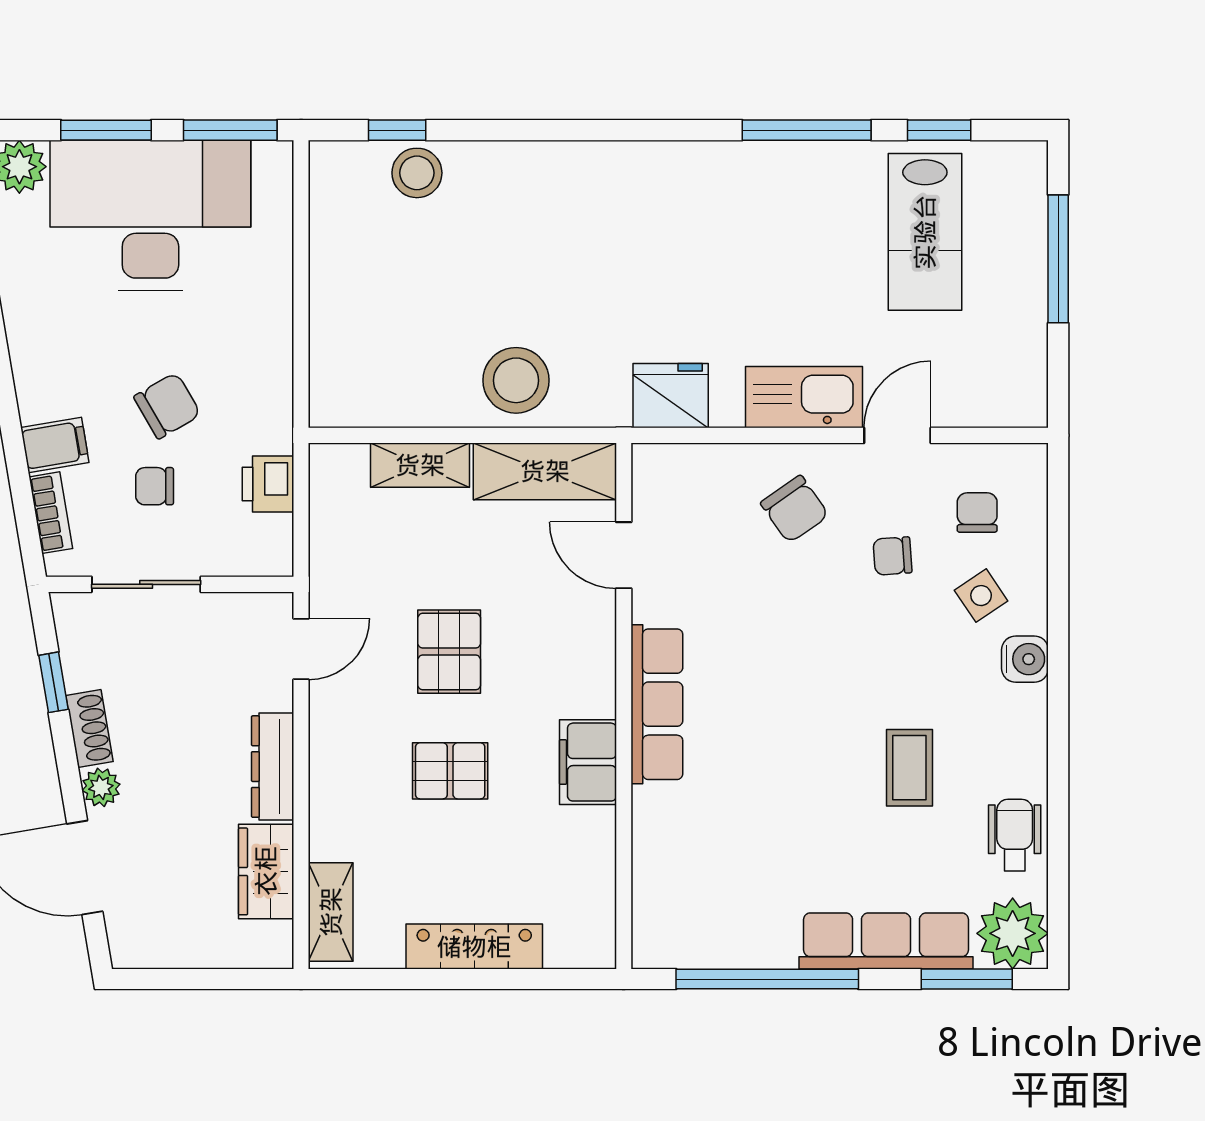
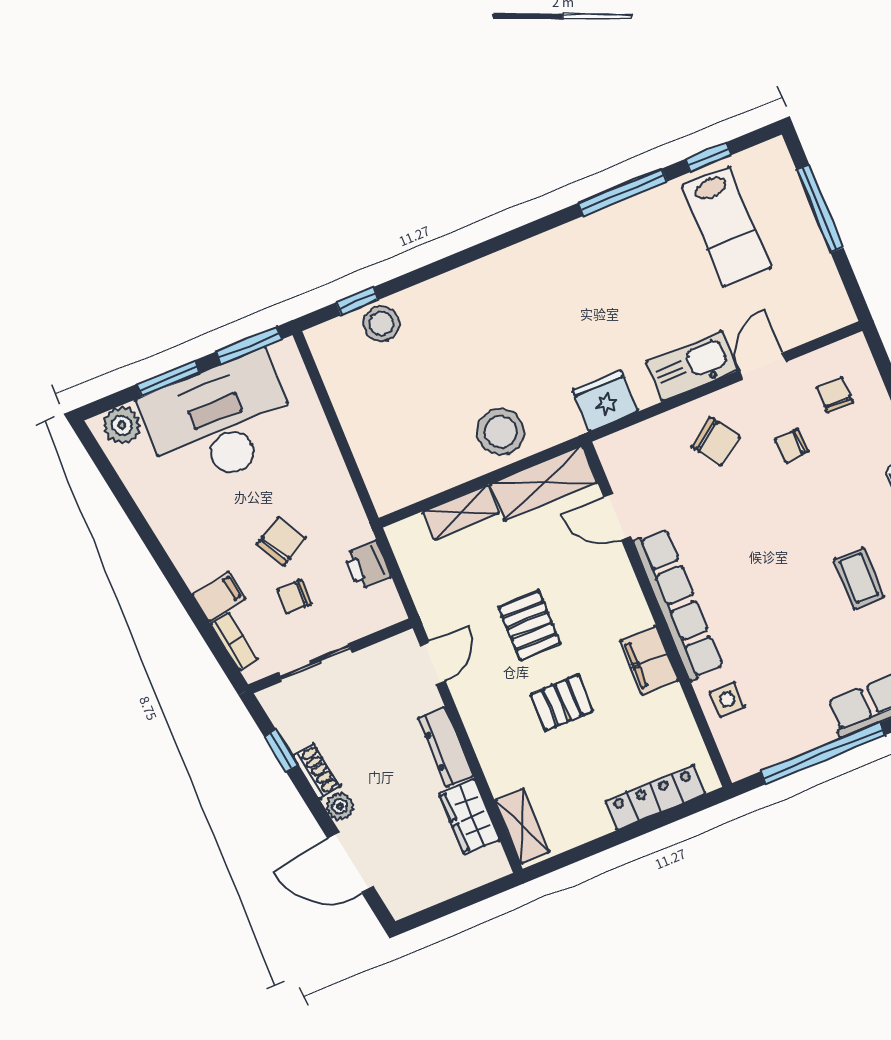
side table: (981, 596) -> (727, 700), moved, turned 34
row of seats: (657, 704) -> (678, 604), width x1.36
locker: (474, 947) -> (655, 797), moved

